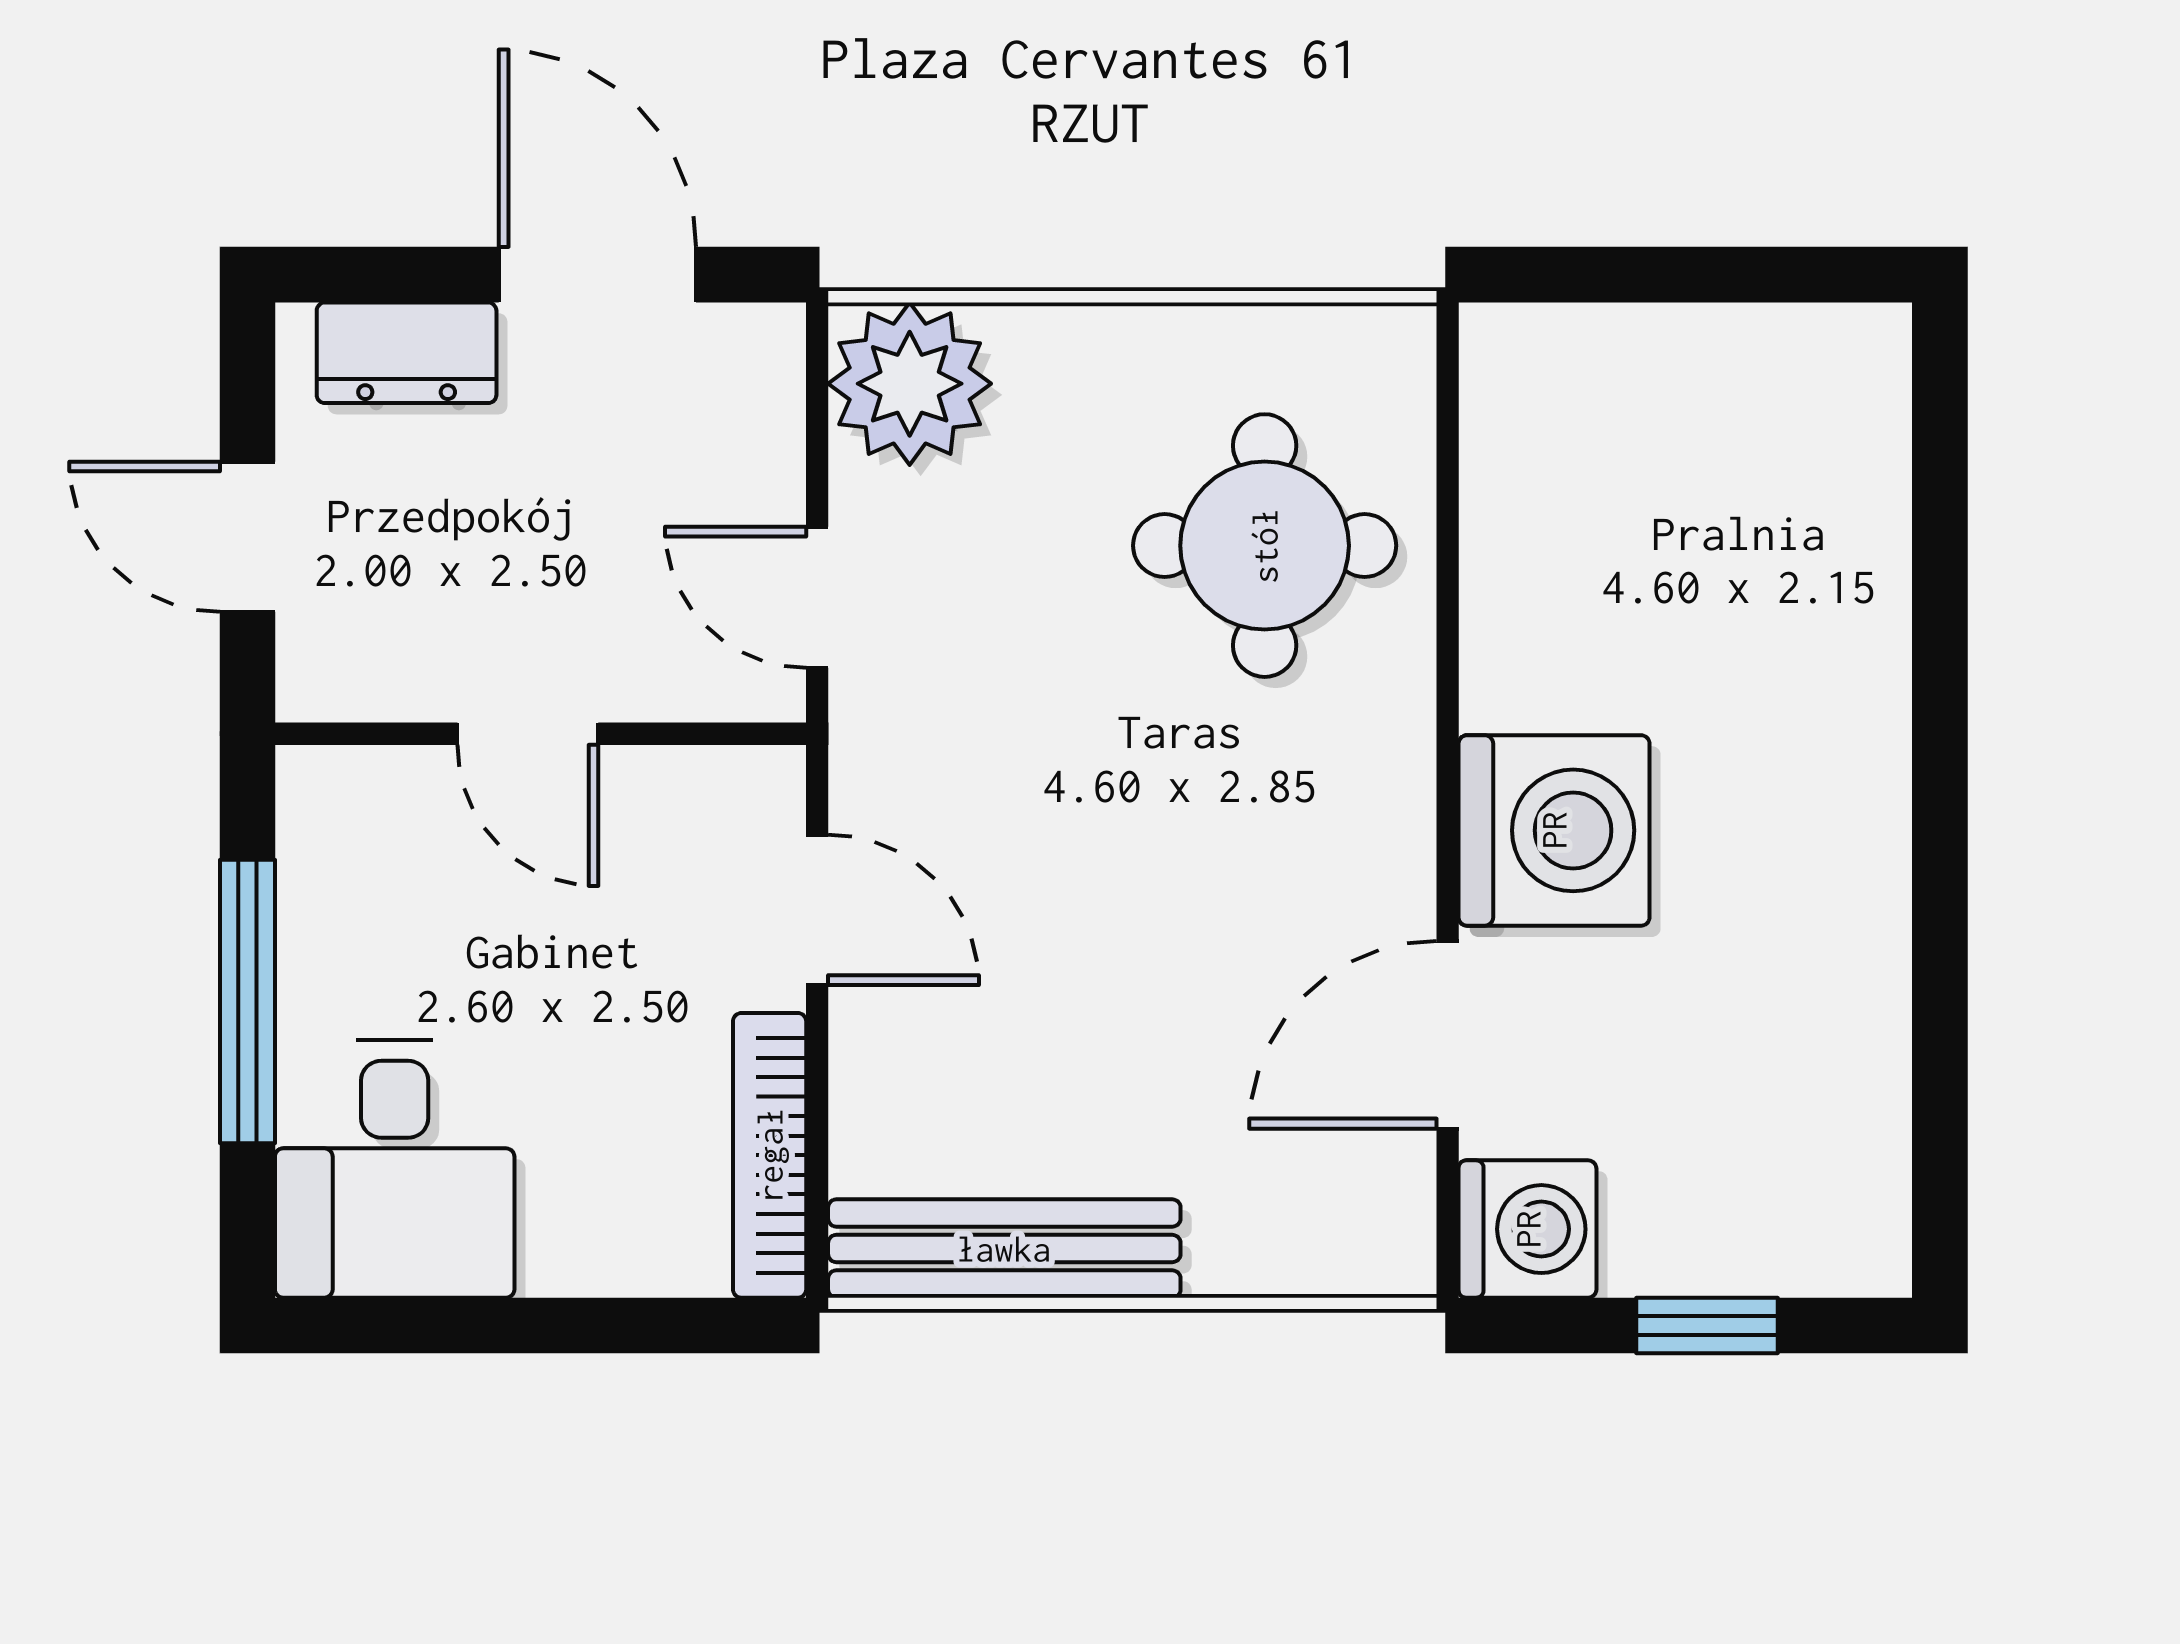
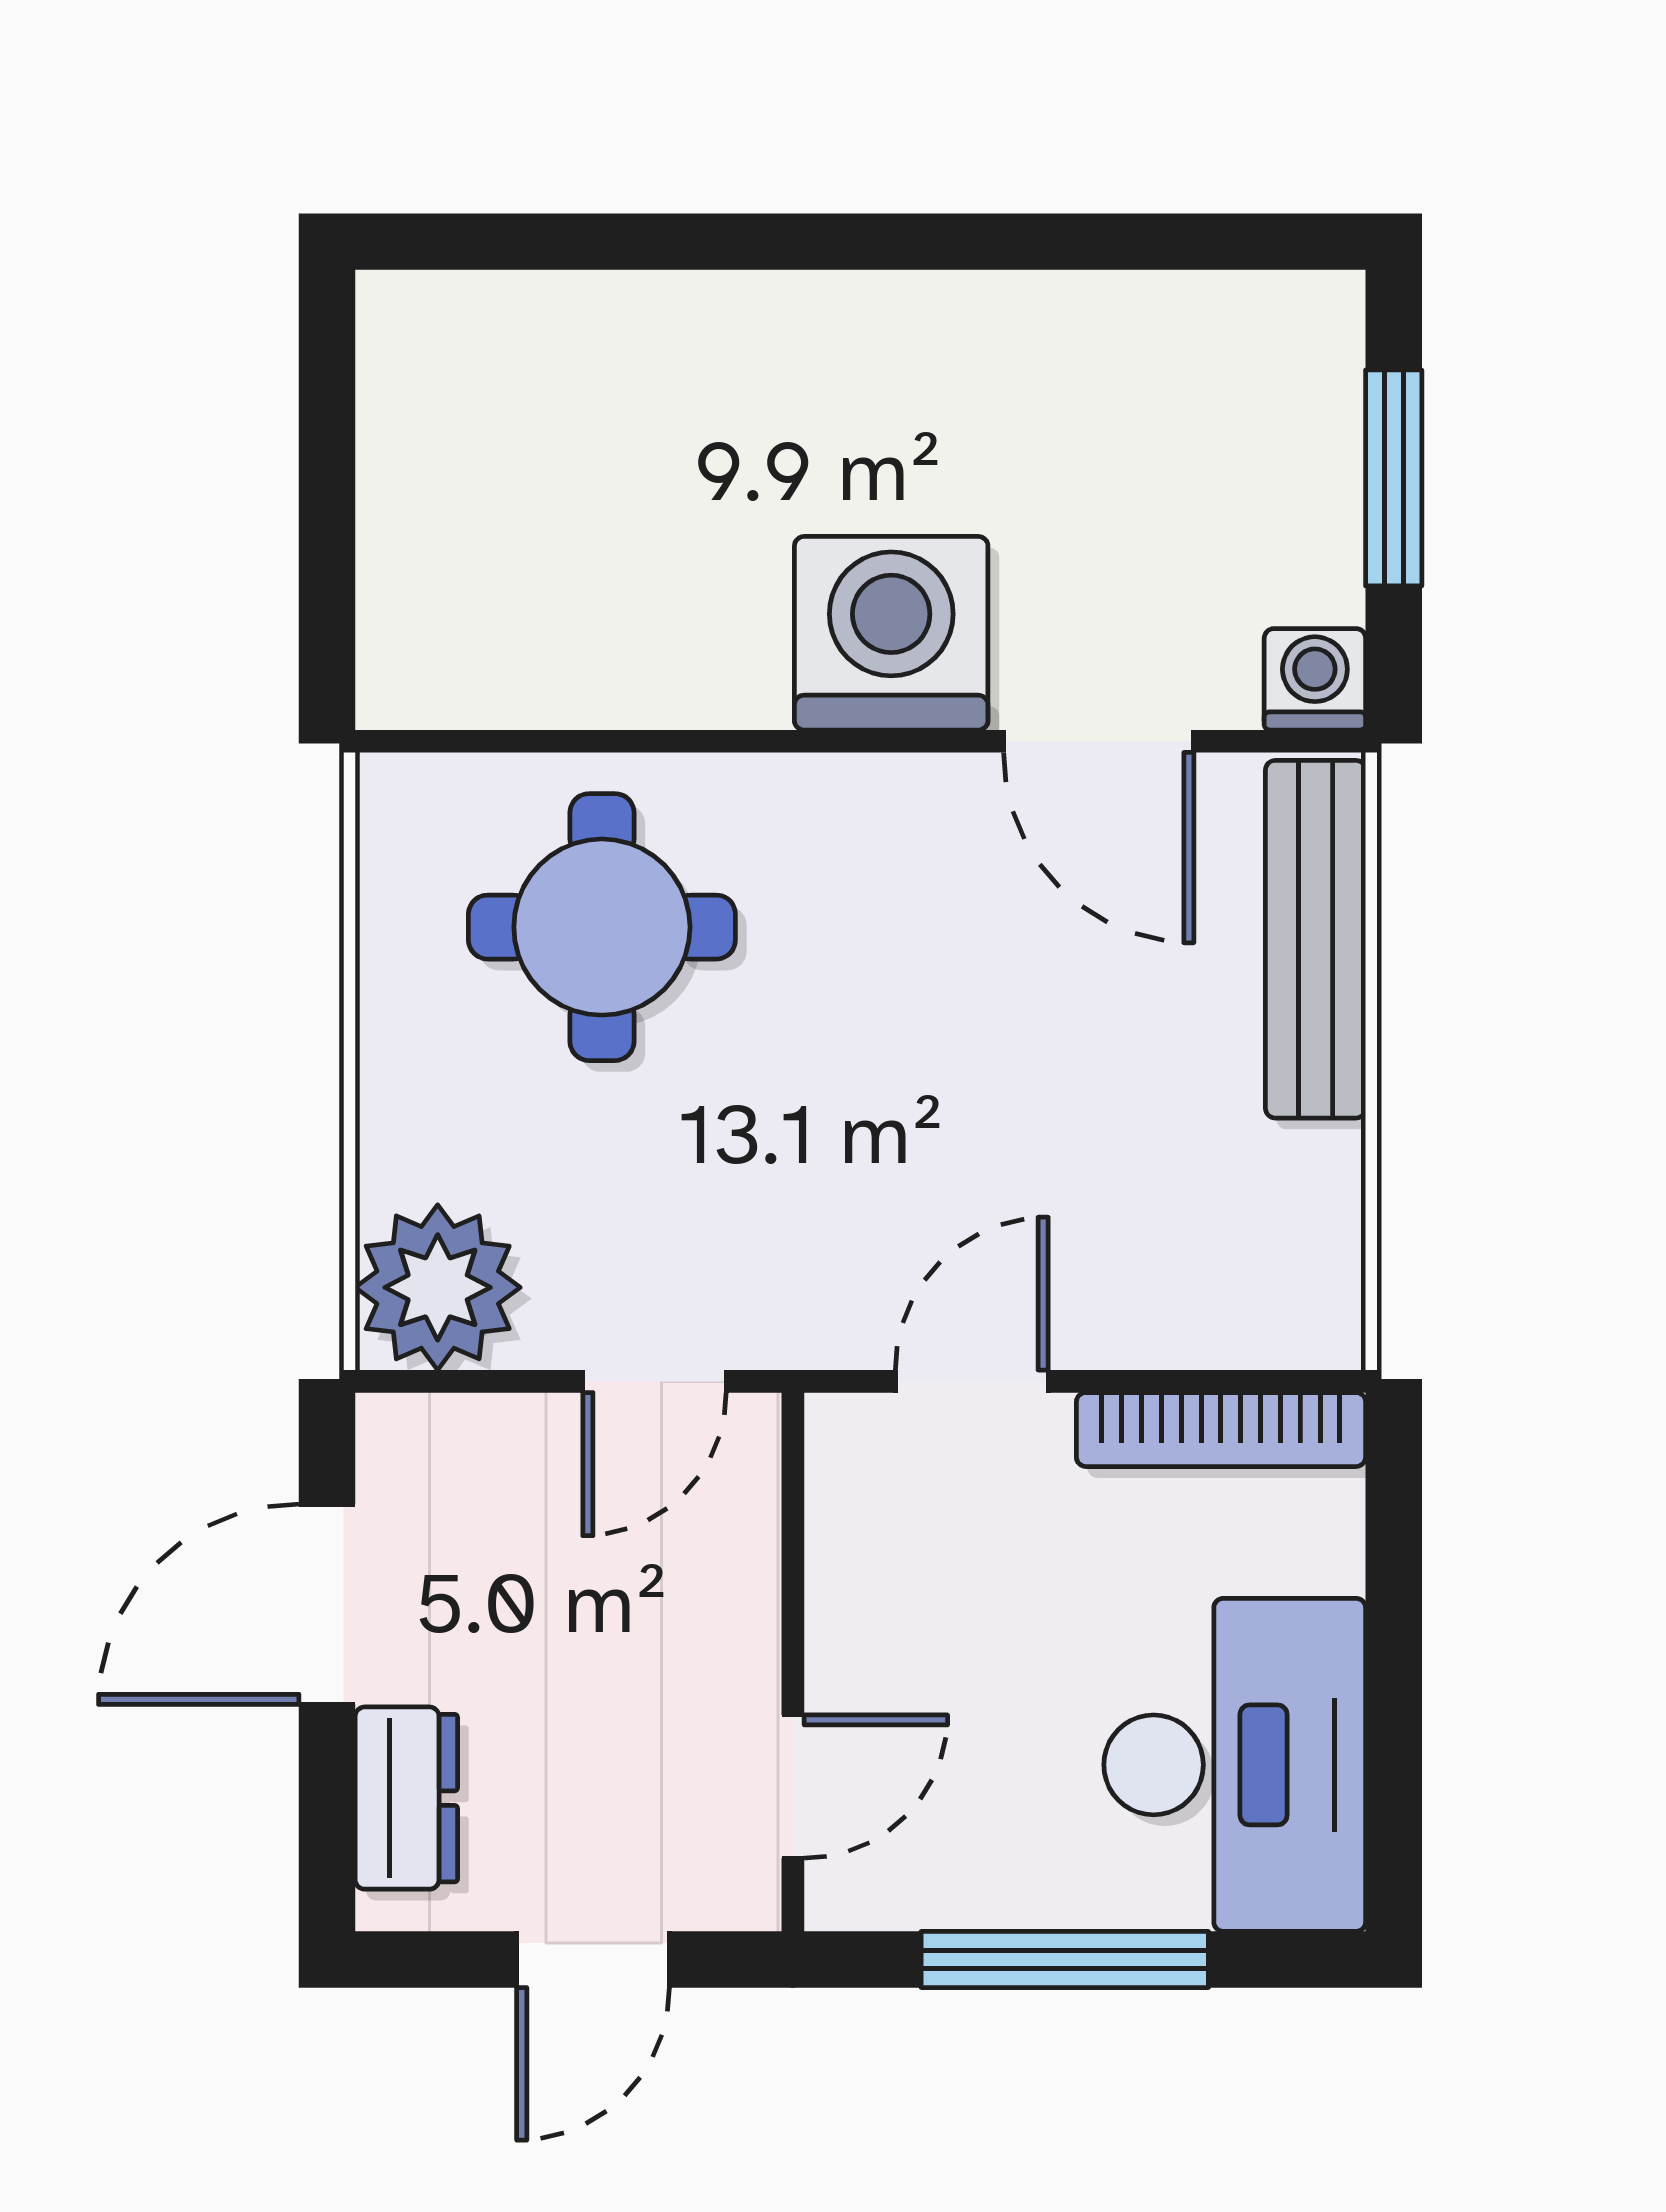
door: (528, 734) -> (793, 1787), moved
desk: (395, 1169) -> (1235, 1765), width x1.37
washing machine: (1528, 1229) -> (1315, 679), width x0.73, depth x0.73
bench: (1004, 1249) -> (1316, 939), moved
window: (1707, 1325) -> (1394, 478), width x1.50

